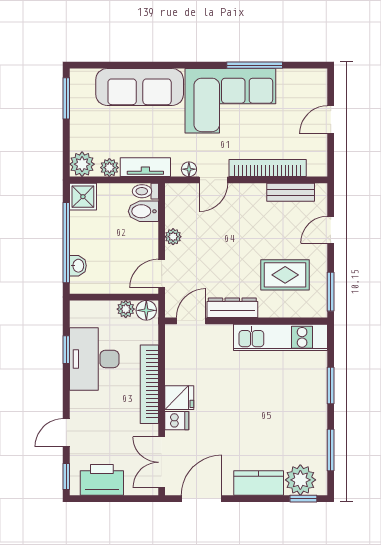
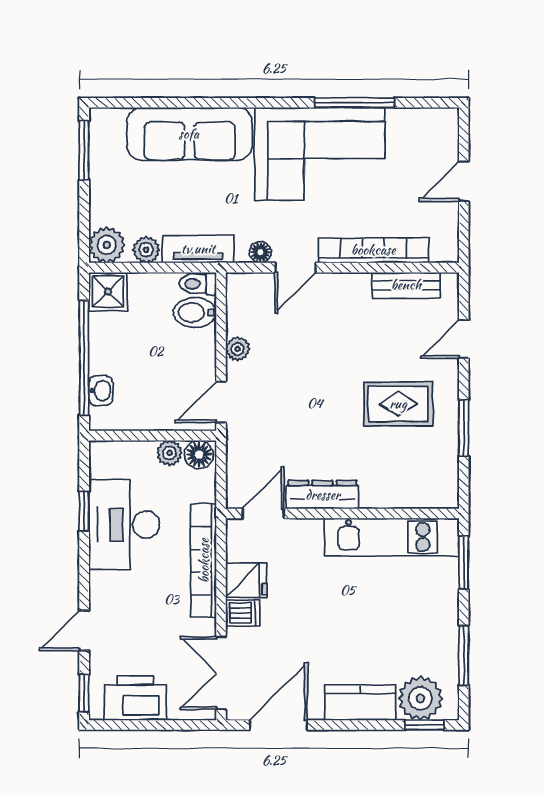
dresser: (232, 308) -> (323, 495), moved
door: (191, 321) -> (263, 513), moved
wall: (246, 321) -> (342, 513), moved
kitchen unit: (280, 337) -> (392, 537), moved

